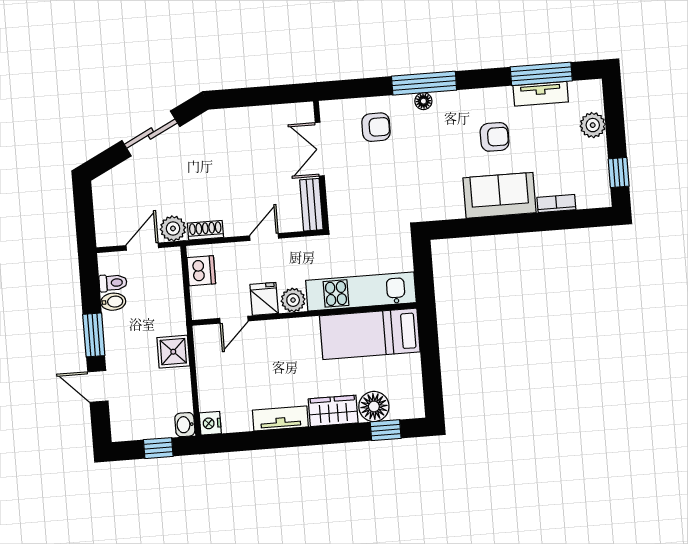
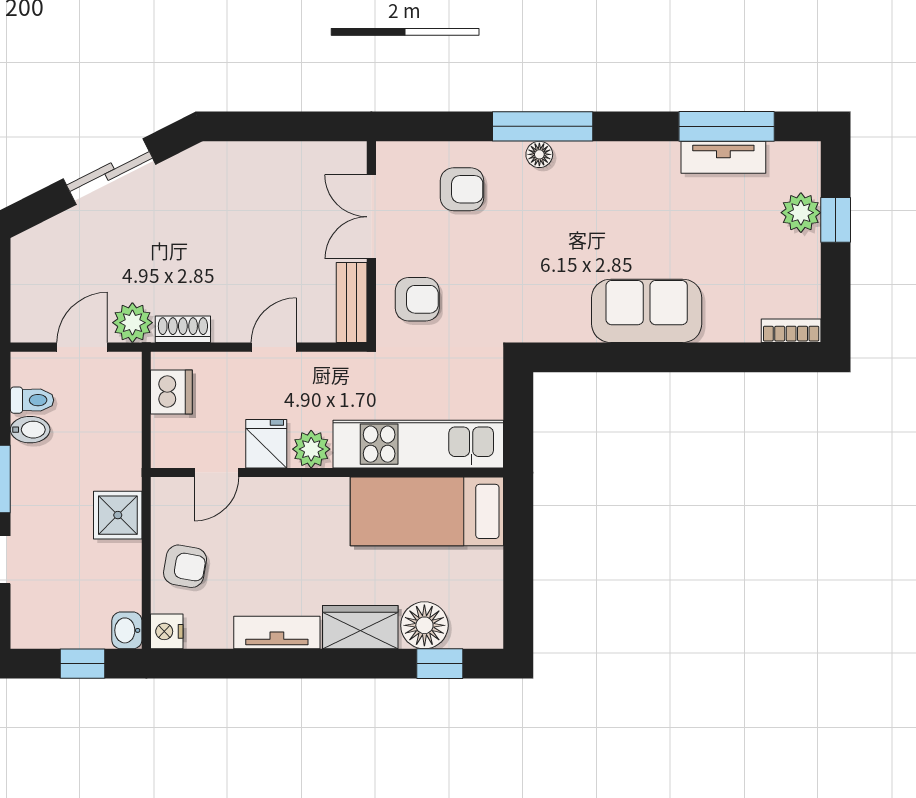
armchair: (495, 137) -> (417, 299), moved
window: (619, 172) -> (836, 220), moved
bookcase: (556, 204) -> (791, 331), moved
armchair: (219, 381) -> (185, 566), added

